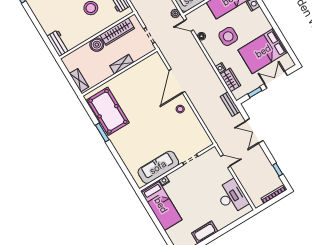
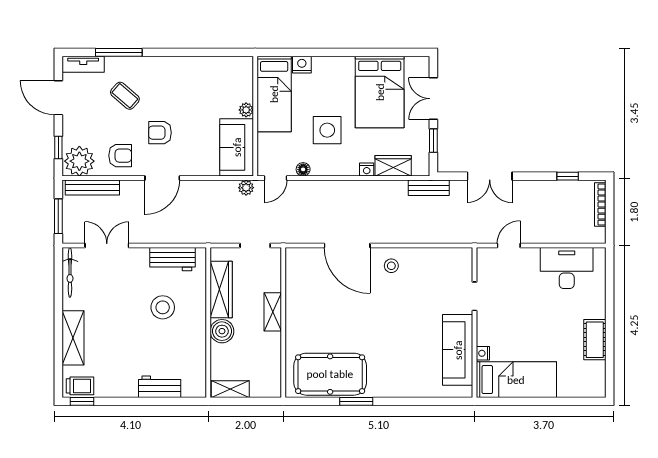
workbench: (58, 43) -> (160, 387), moved
shelving: (79, 80) -> (230, 389), moved

